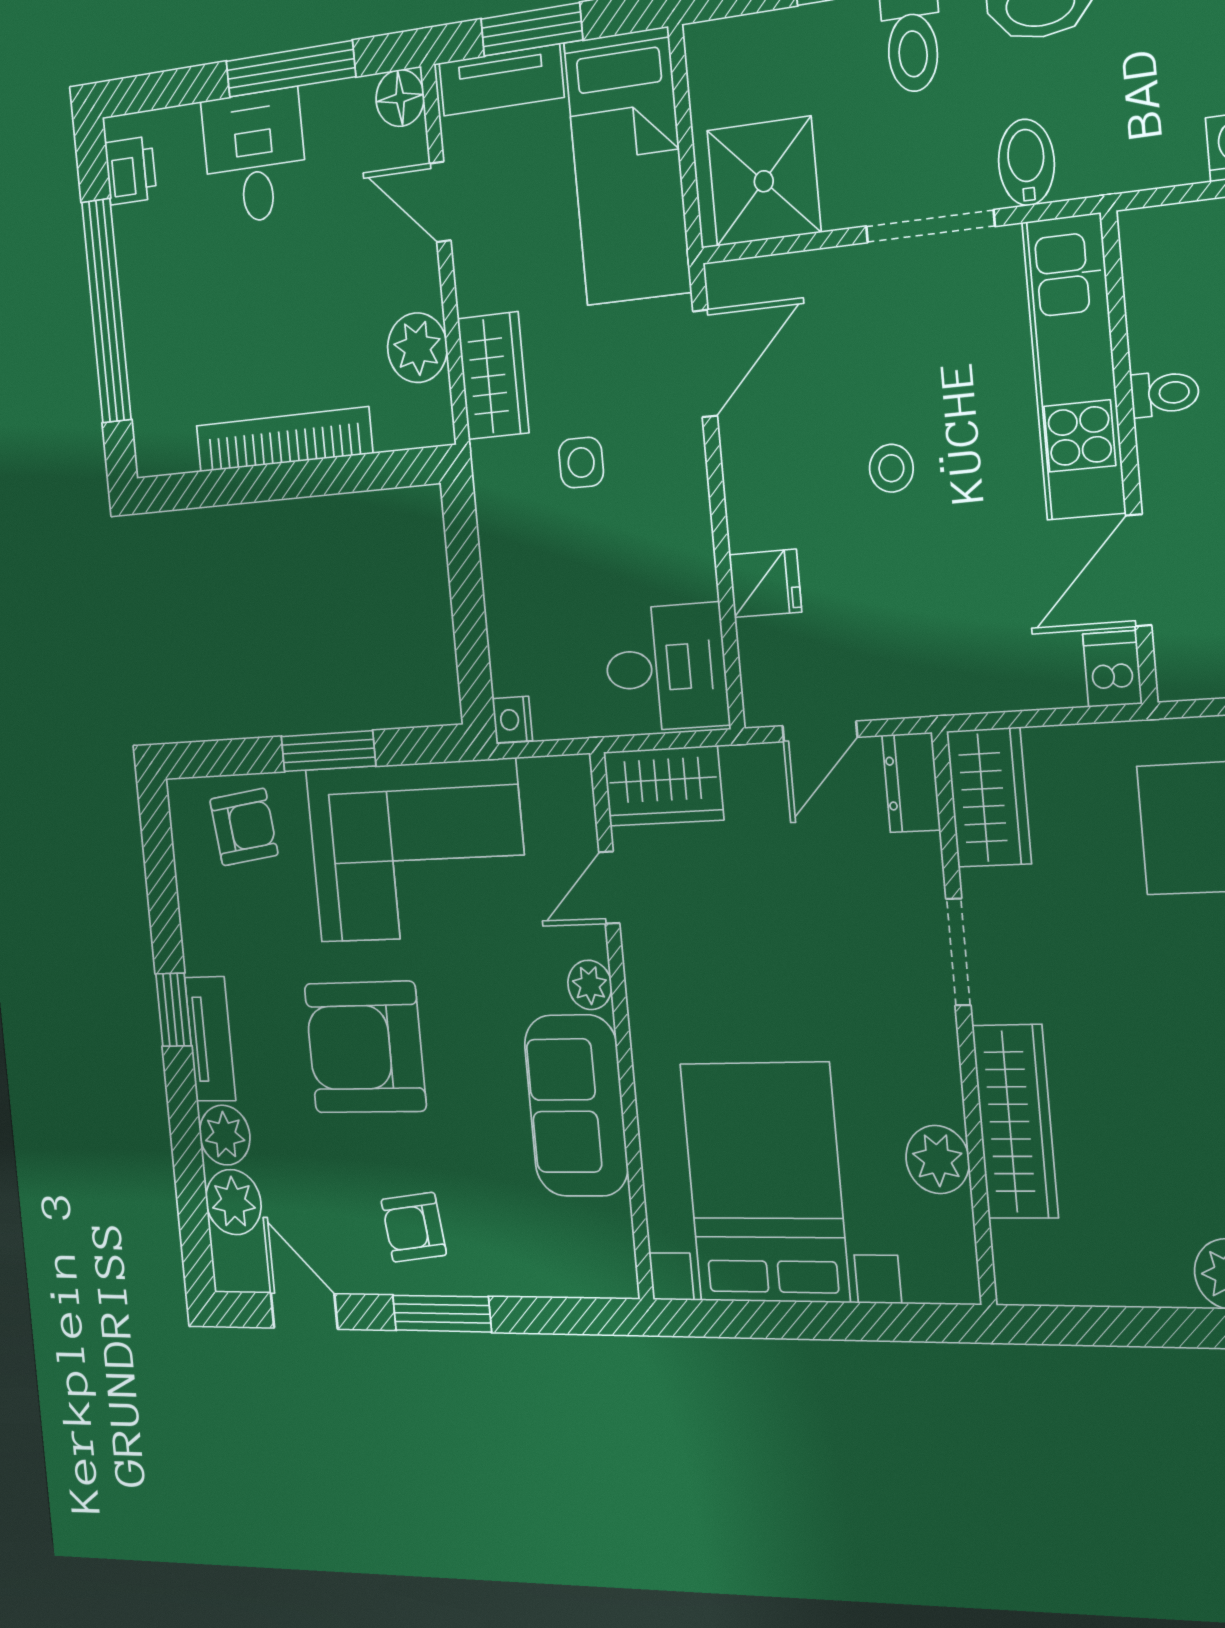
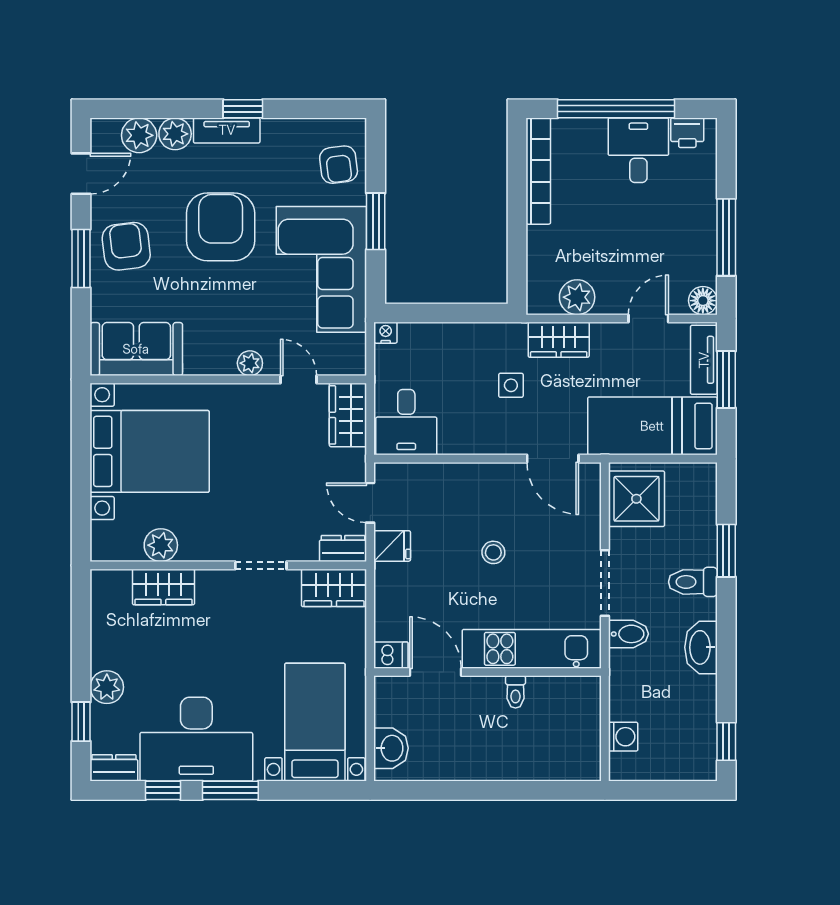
desk: (255, 157) -> (638, 150), moved, turned -90
bookcase: (284, 440) -> (538, 171), moved
fridge: (765, 583) -> (392, 546), moved, turned -90
sofa: (576, 1106) -> (136, 349), moved
wardrobe: (1015, 1122) -> (163, 587), width x0.67
armchair: (414, 1227) -> (126, 246), width x1.38, depth x1.38

